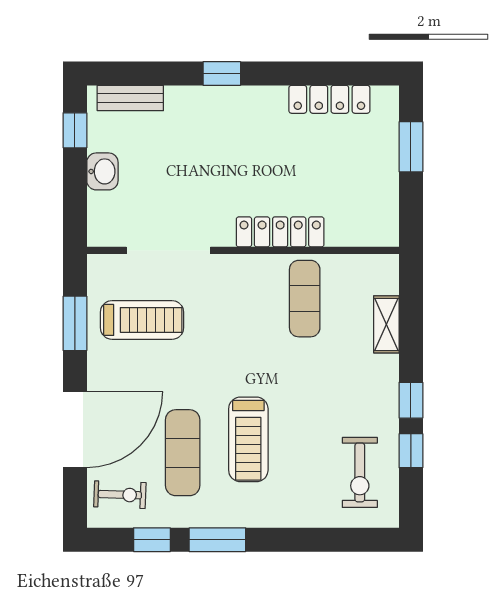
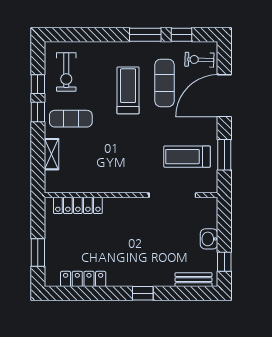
locker: (280, 232) -> (78, 205), moved
exercise mat: (305, 299) -> (71, 119), moved, turned 90
exercise bike: (360, 472) -> (66, 72), turned 180

